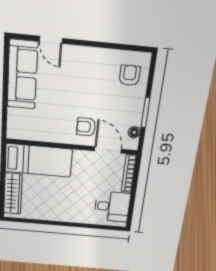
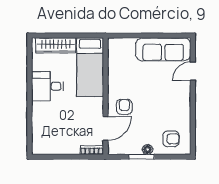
floor lamp: (134, 132) -> (148, 149), moved
bookcase: (129, 173) -> (92, 150), width x0.64
desk: (112, 207) -> (47, 86), moved, turned 90

